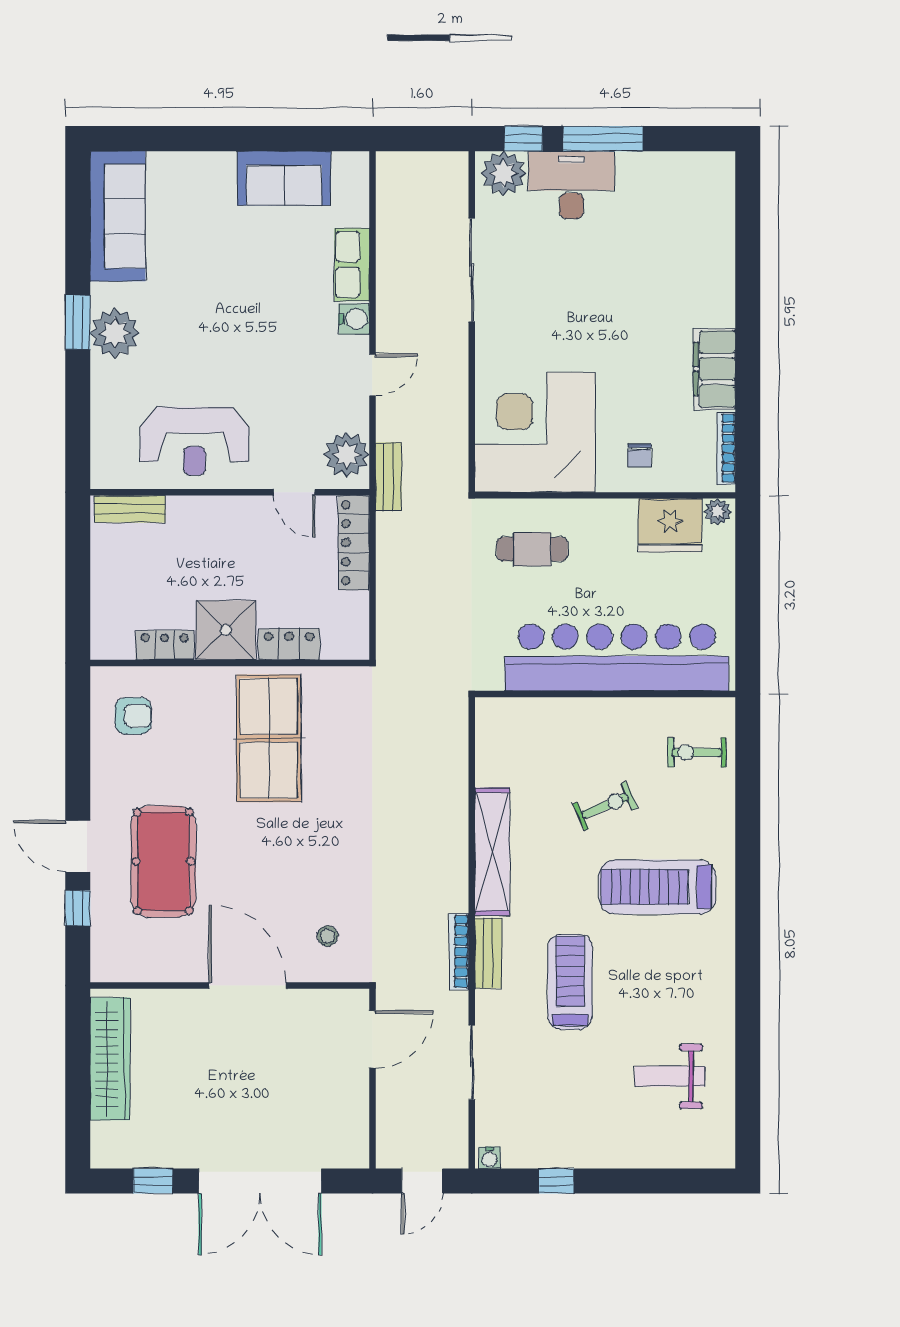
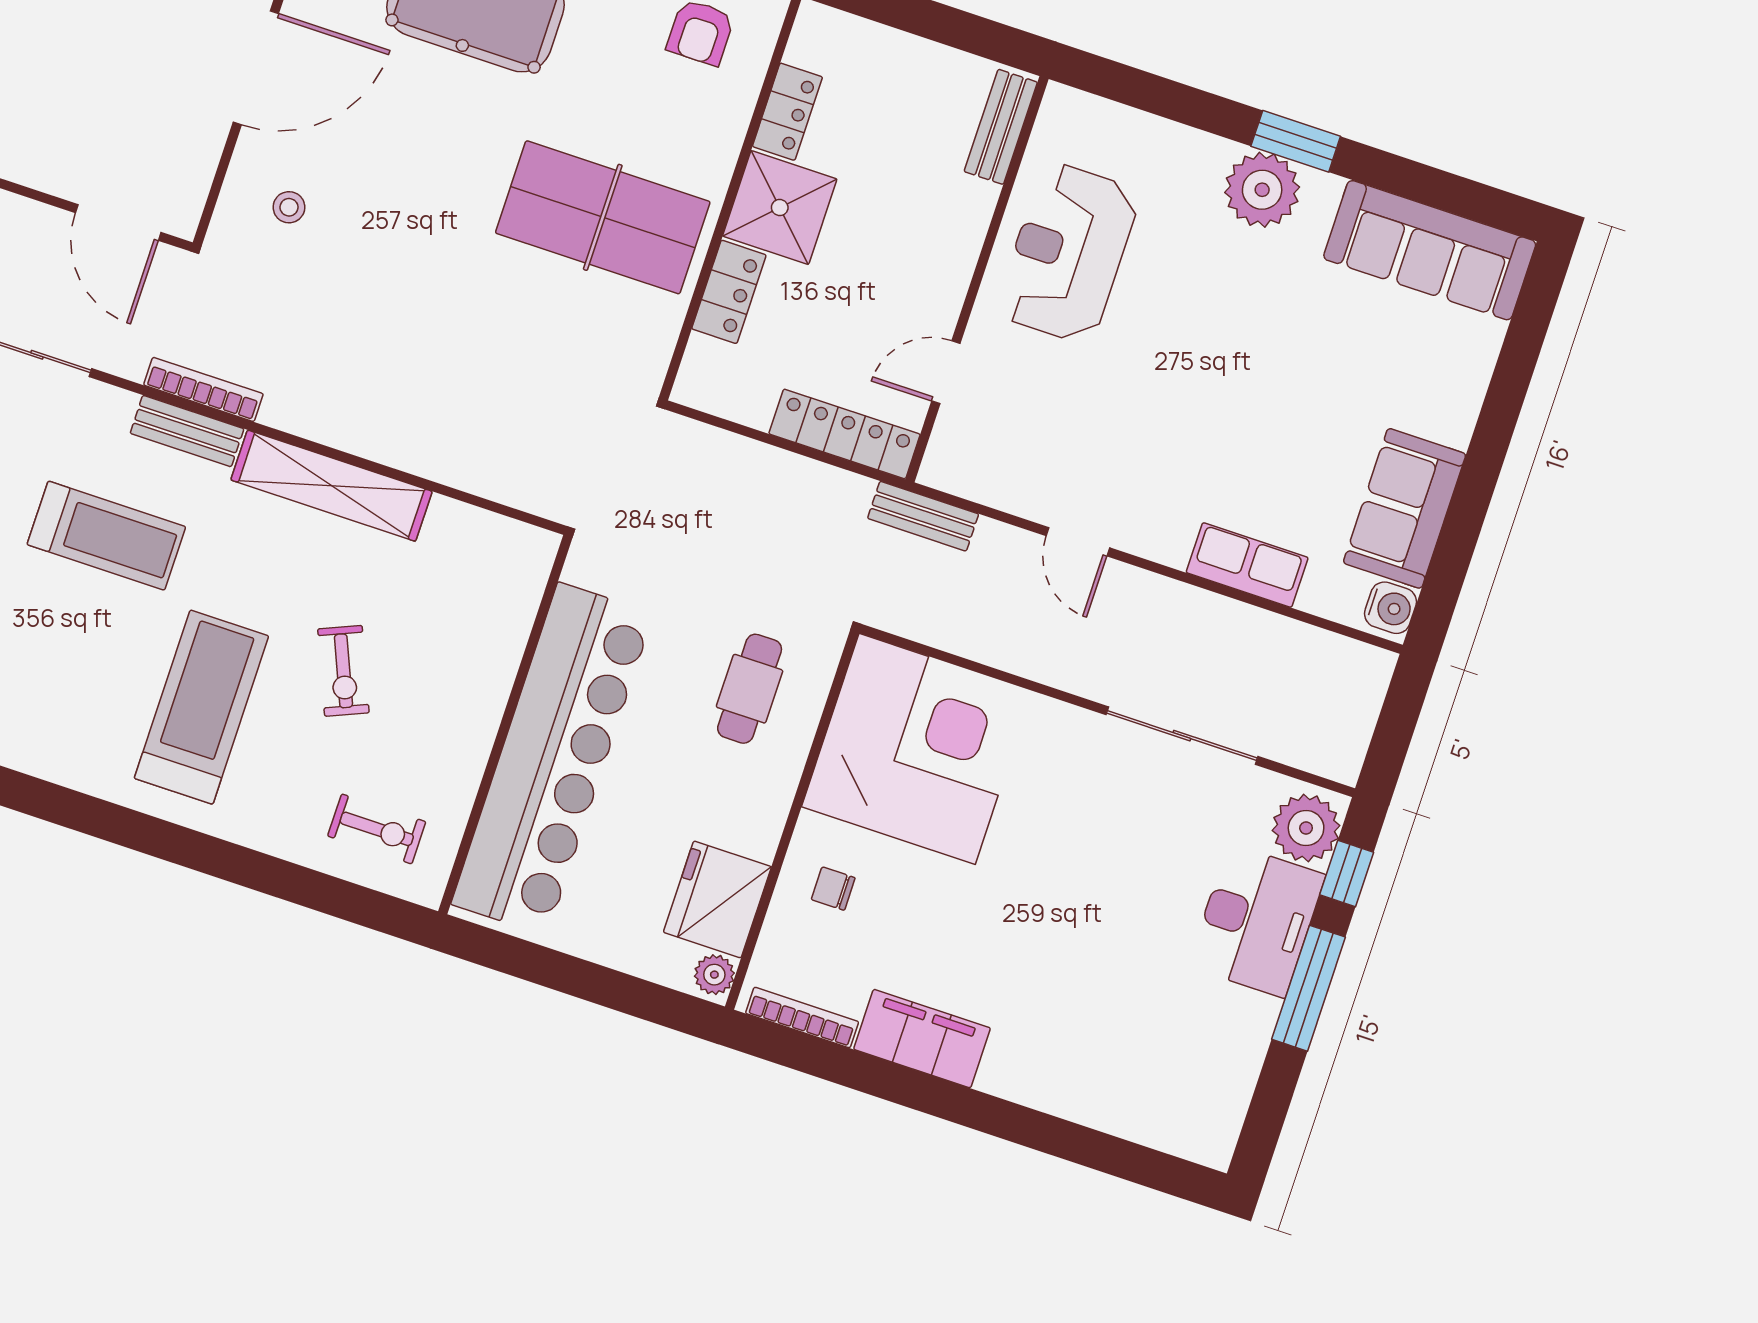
water cooler: (354, 319) -> (1391, 608), moved, turned -90
plant: (347, 455) -> (975, 466), removed
exercise bike: (697, 752) -> (377, 829), turned 90

